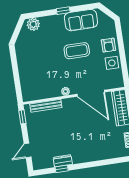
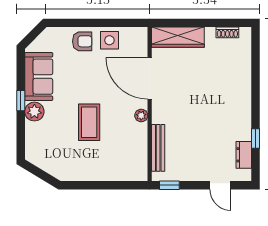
plant: (33, 24) -> (34, 112), moved
coffee table: (77, 51) -> (89, 122), moved
door: (91, 93) -> (150, 78), swing flipped
dresser: (63, 161) -> (244, 155), moved

